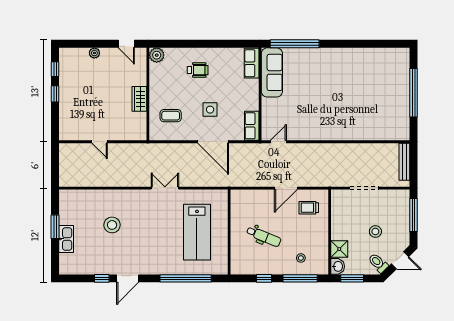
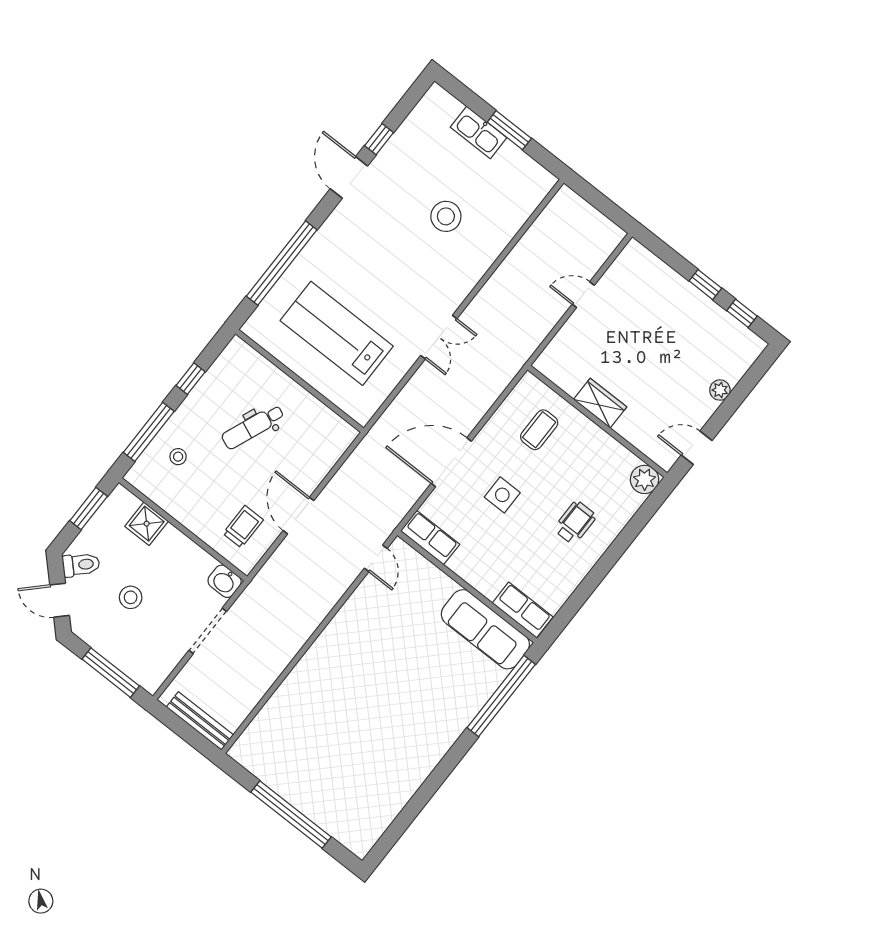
wheelchair: (198, 70) -> (575, 523), turned 180
door: (400, 260) -> (60, 600), hinge flipped
washbasin: (338, 266) -> (225, 581), moved

